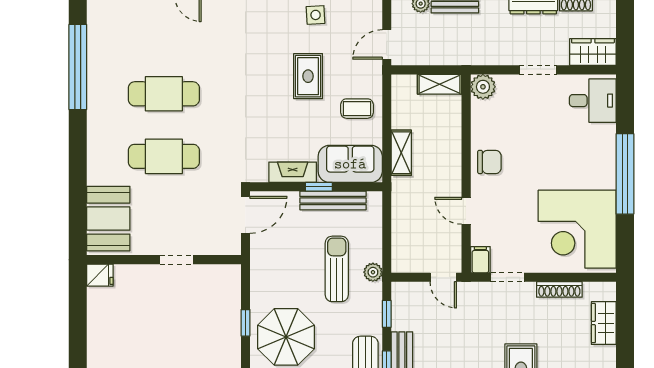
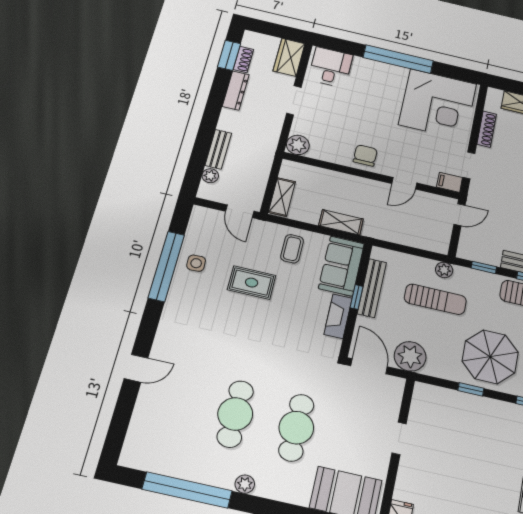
shelving: (440, 84) -> (282, 197), moved
plant: (96, 120) -> (245, 484), added
plant: (266, 254) -> (410, 356), added
sun lounger: (337, 269) -> (435, 299), turned 180

